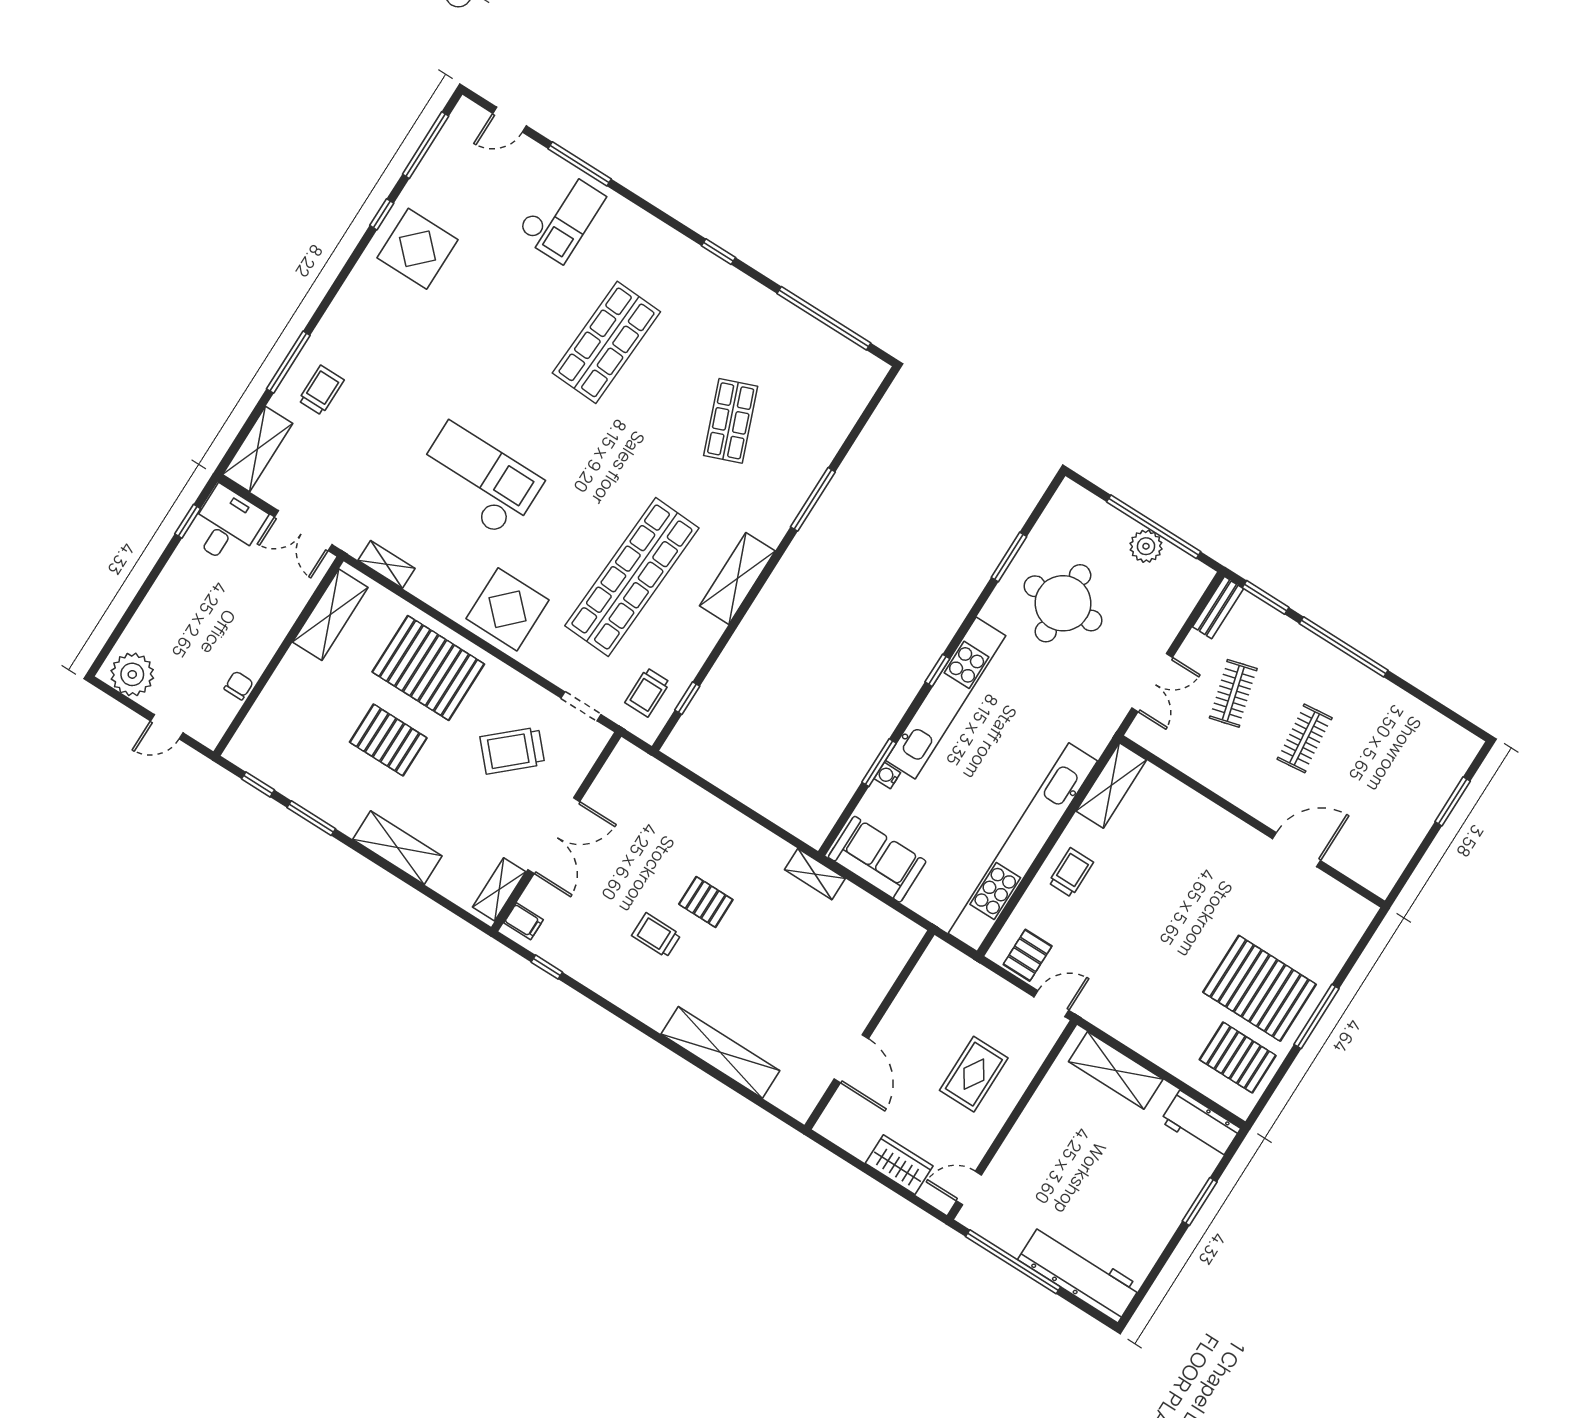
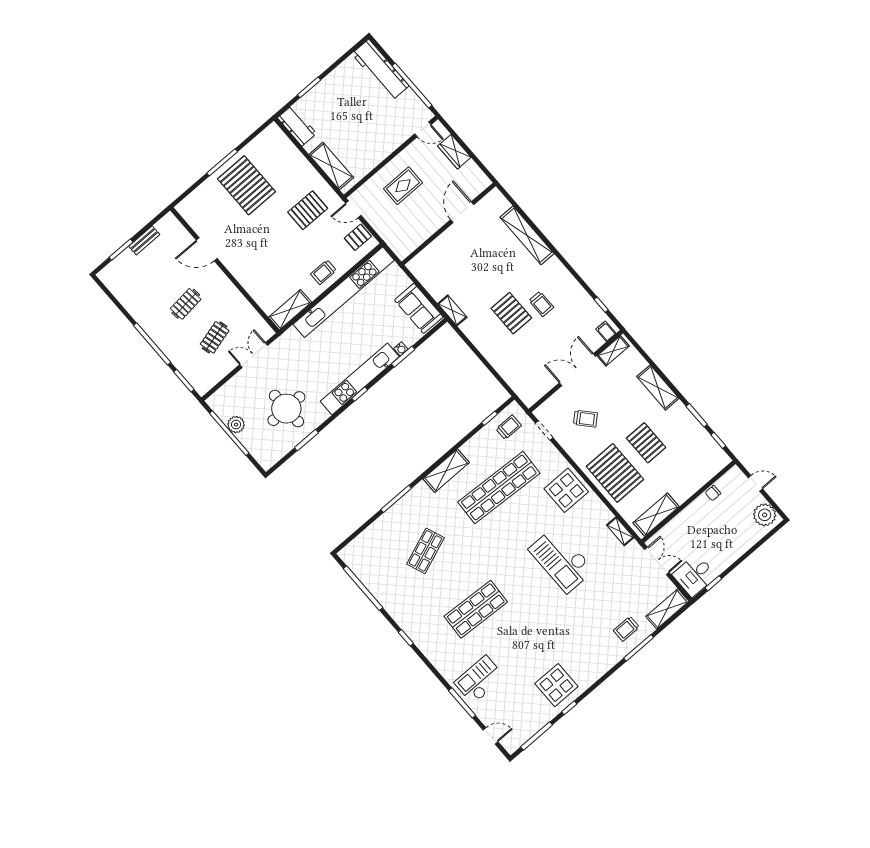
bench: (1218, 608) -> (144, 240), moved
trolley: (512, 751) -> (585, 419), width x0.73, depth x0.72
pallet: (706, 902) -> (511, 313), width x1.50, depth x1.42
pallet: (1238, 1058) -> (308, 210), moved, turned 90

